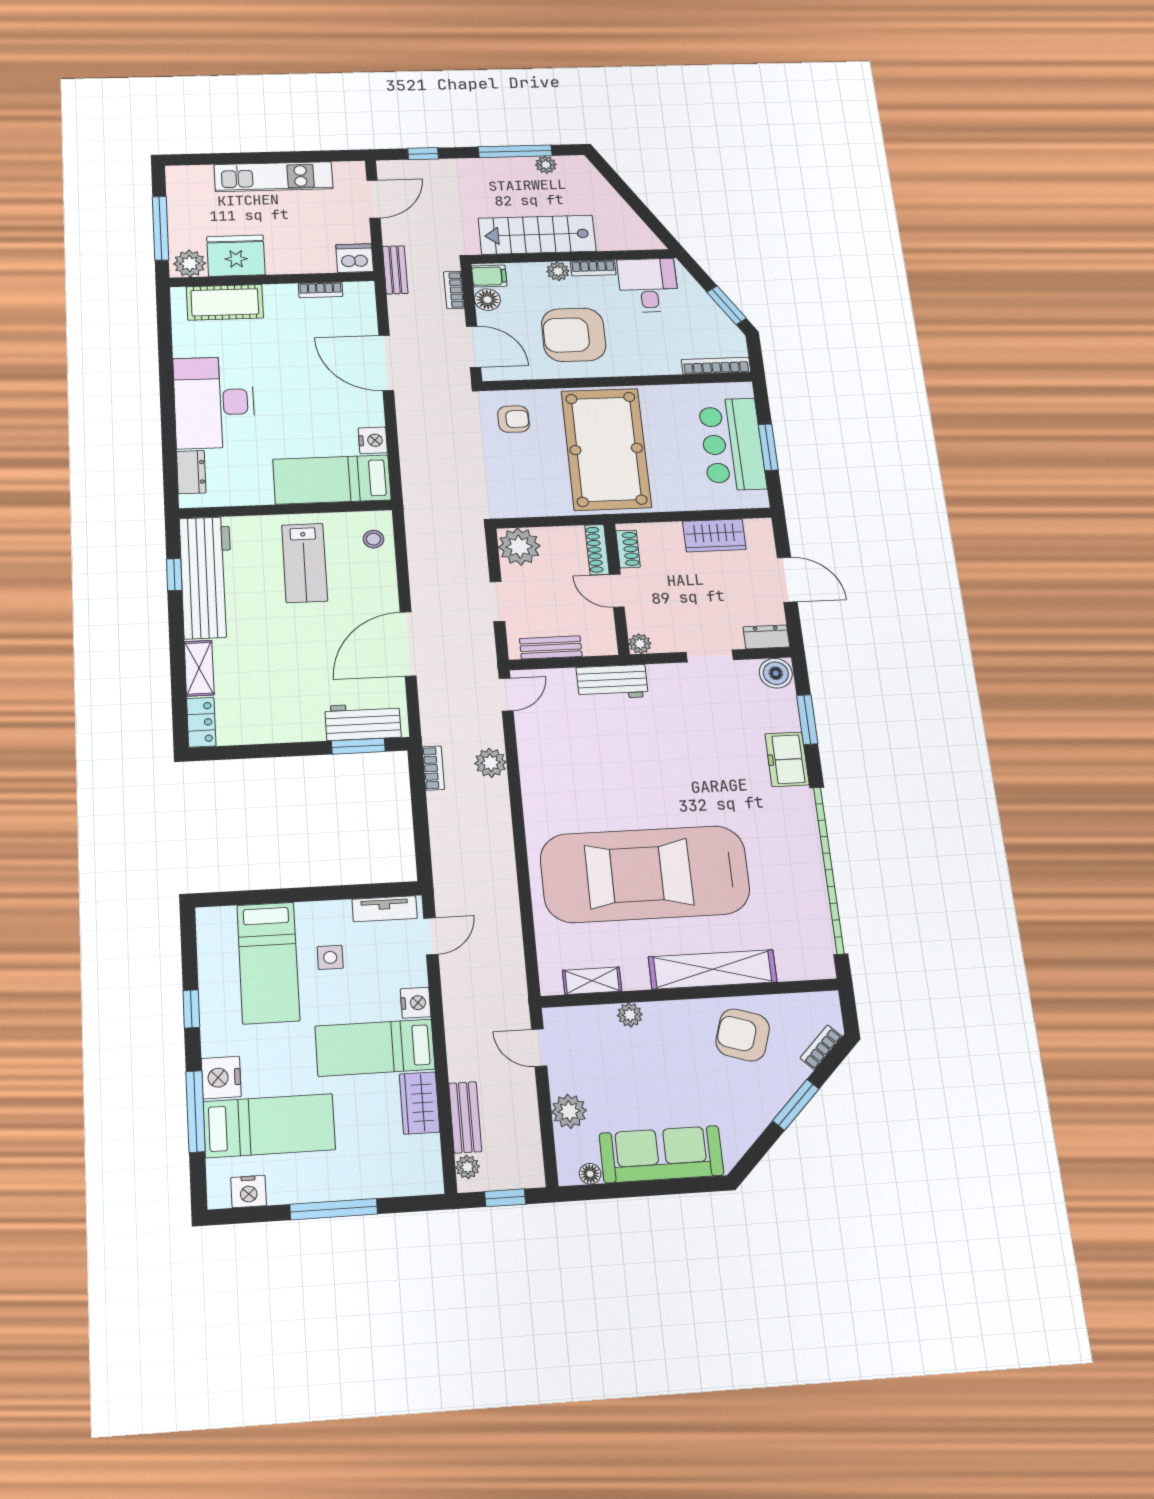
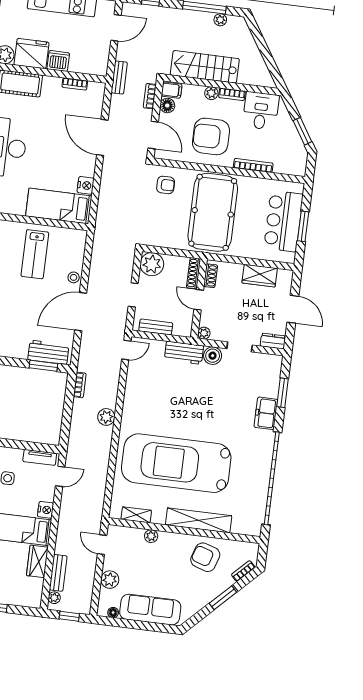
dishwasher: (355, 258) -> (58, 61), moved
bookcase: (716, 366) -> (253, 166), moved
stool: (374, 539) -> (74, 277), moved
boiler: (776, 673) -> (213, 356), moved
plant: (491, 763) -> (106, 417), moved

